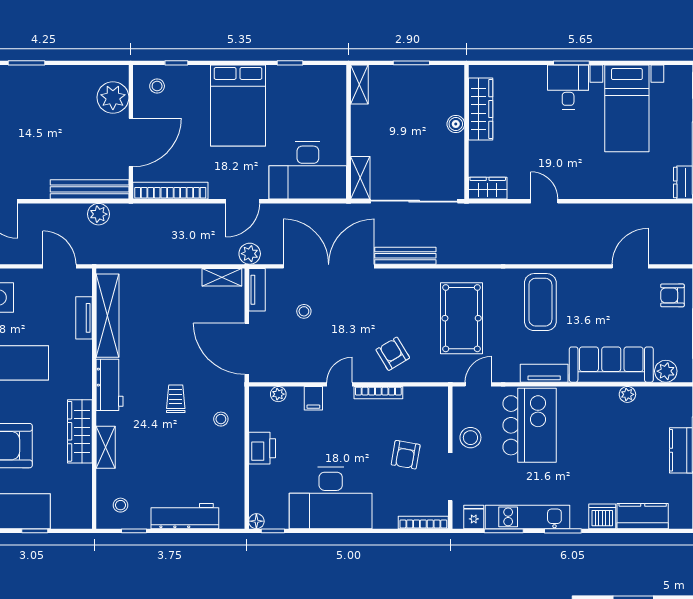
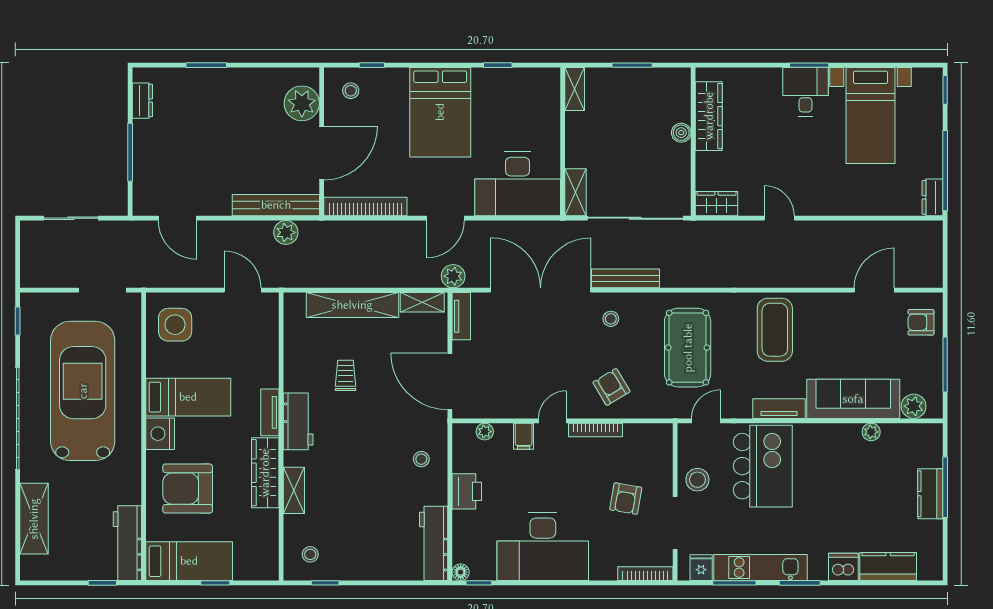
stool: (304, 311) -> (611, 319), moved
shelving: (108, 316) -> (352, 305), moved, turned 90
tv unit: (84, 318) -> (270, 412), moved
trolley: (176, 399) -> (345, 375), moved
workbench: (185, 516) -> (434, 543), moved, turned -90

